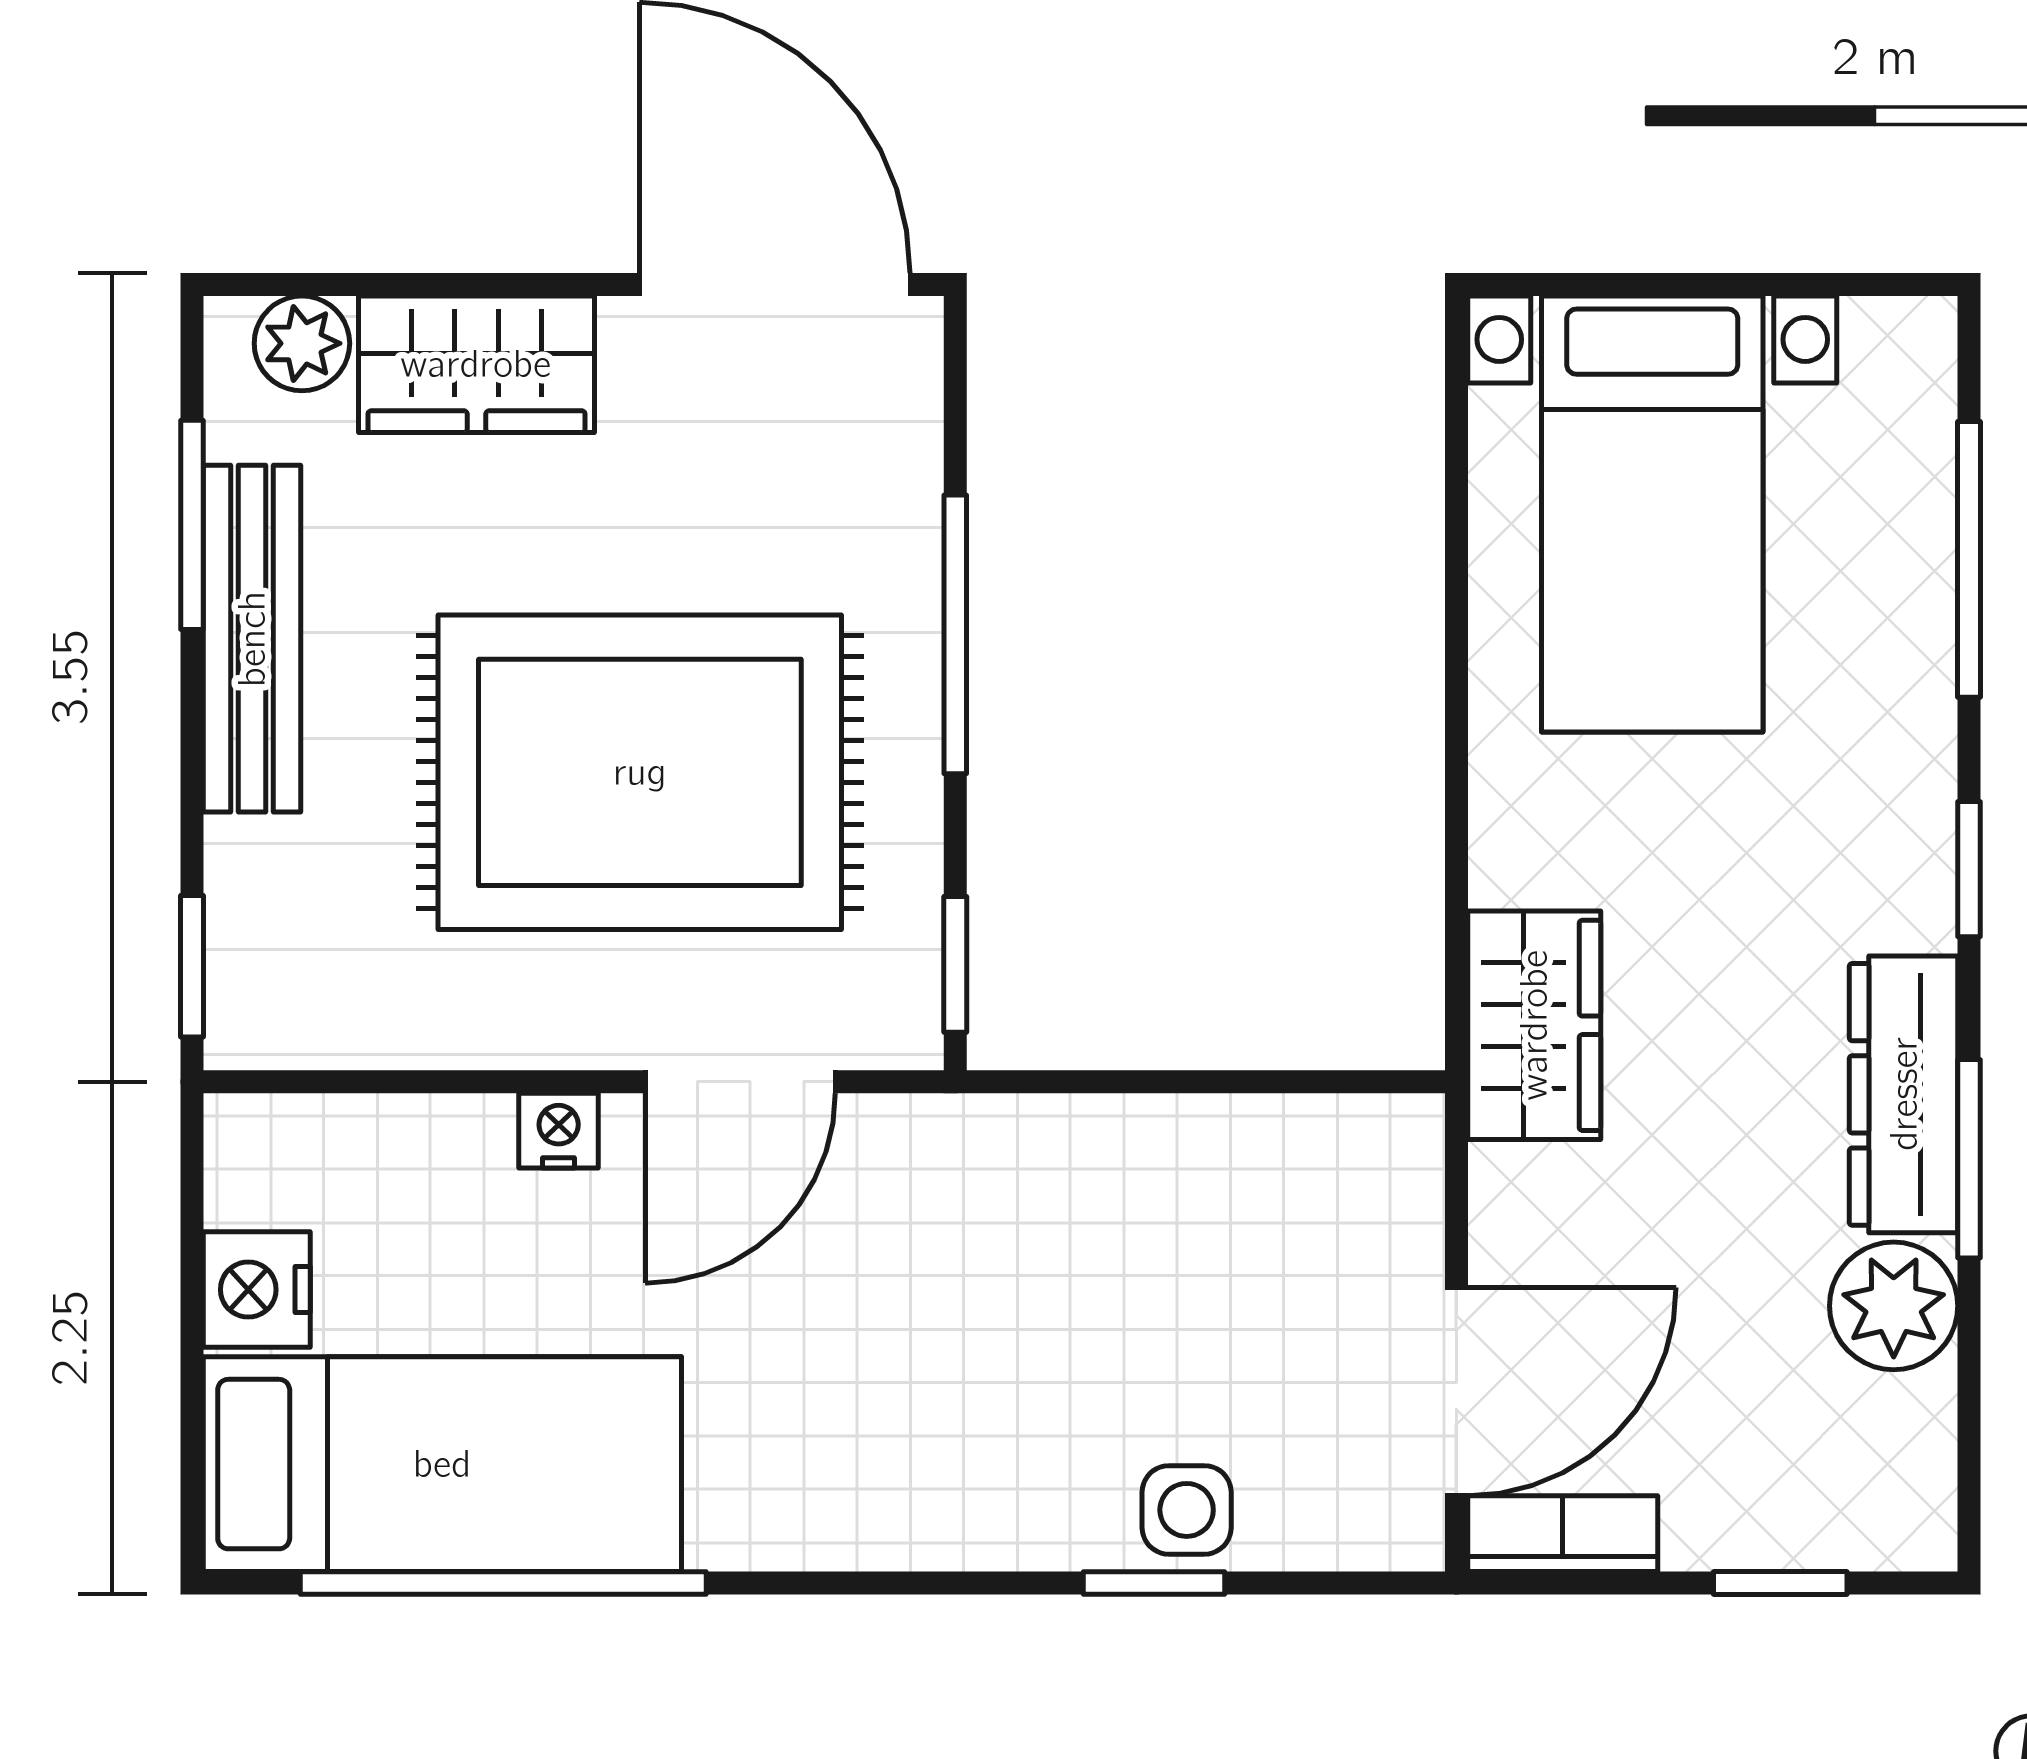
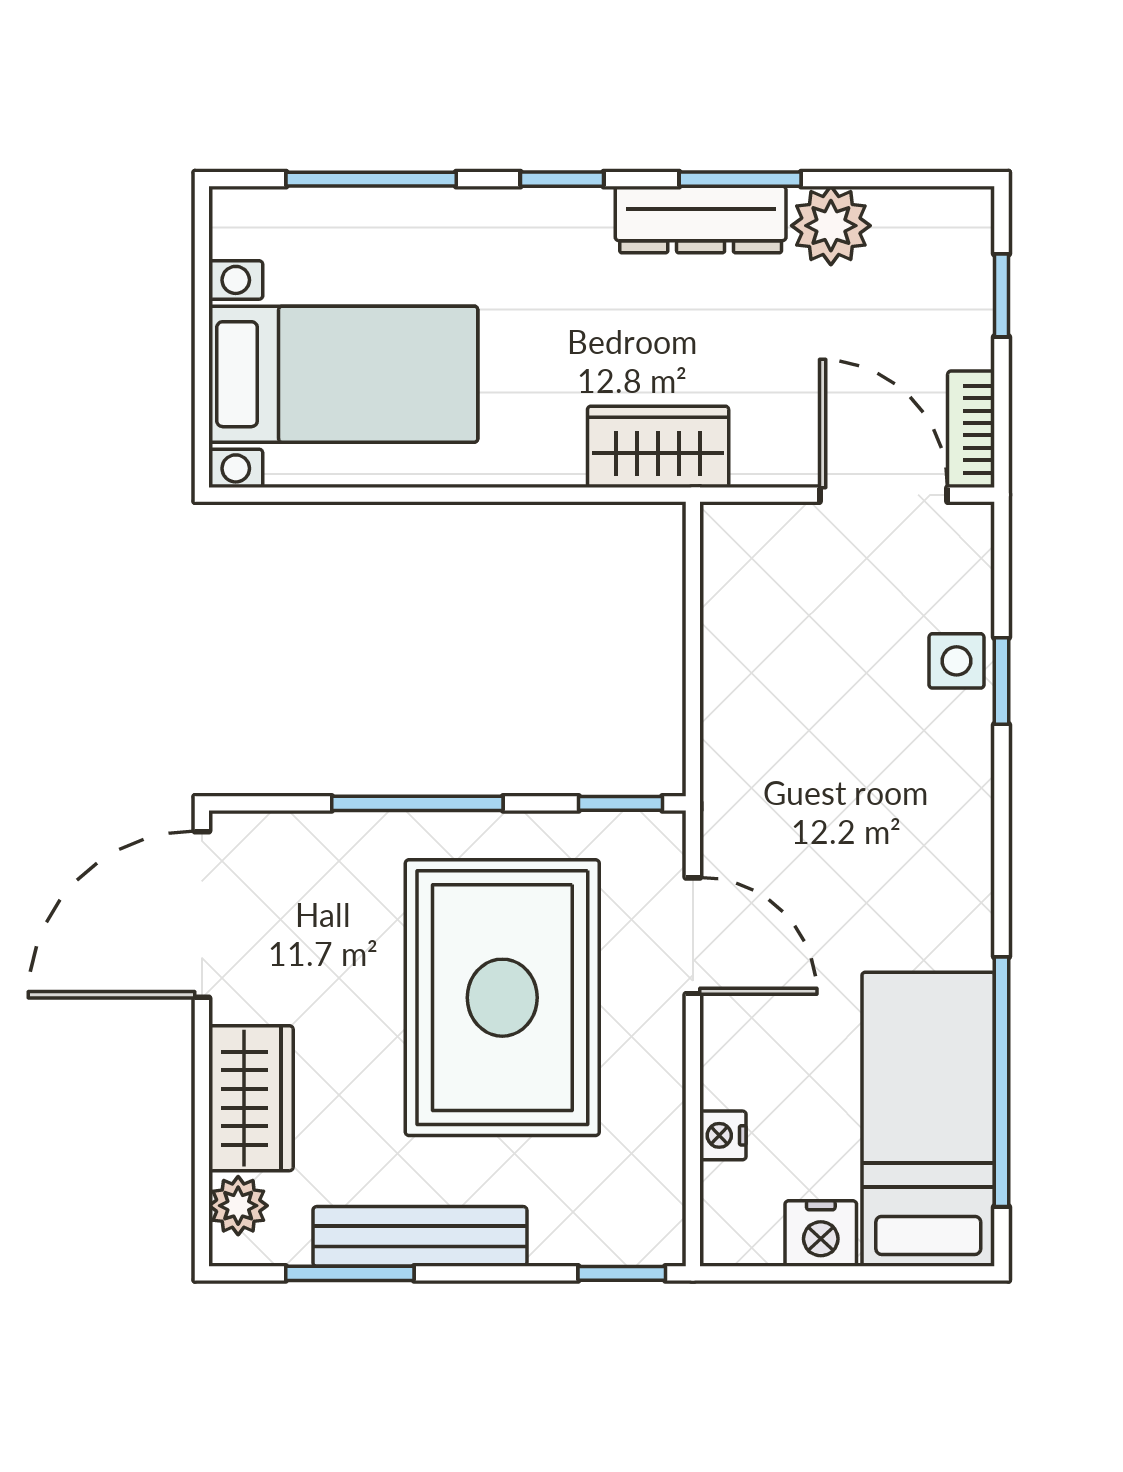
nightstand: (559, 1131) -> (723, 1135), moved

